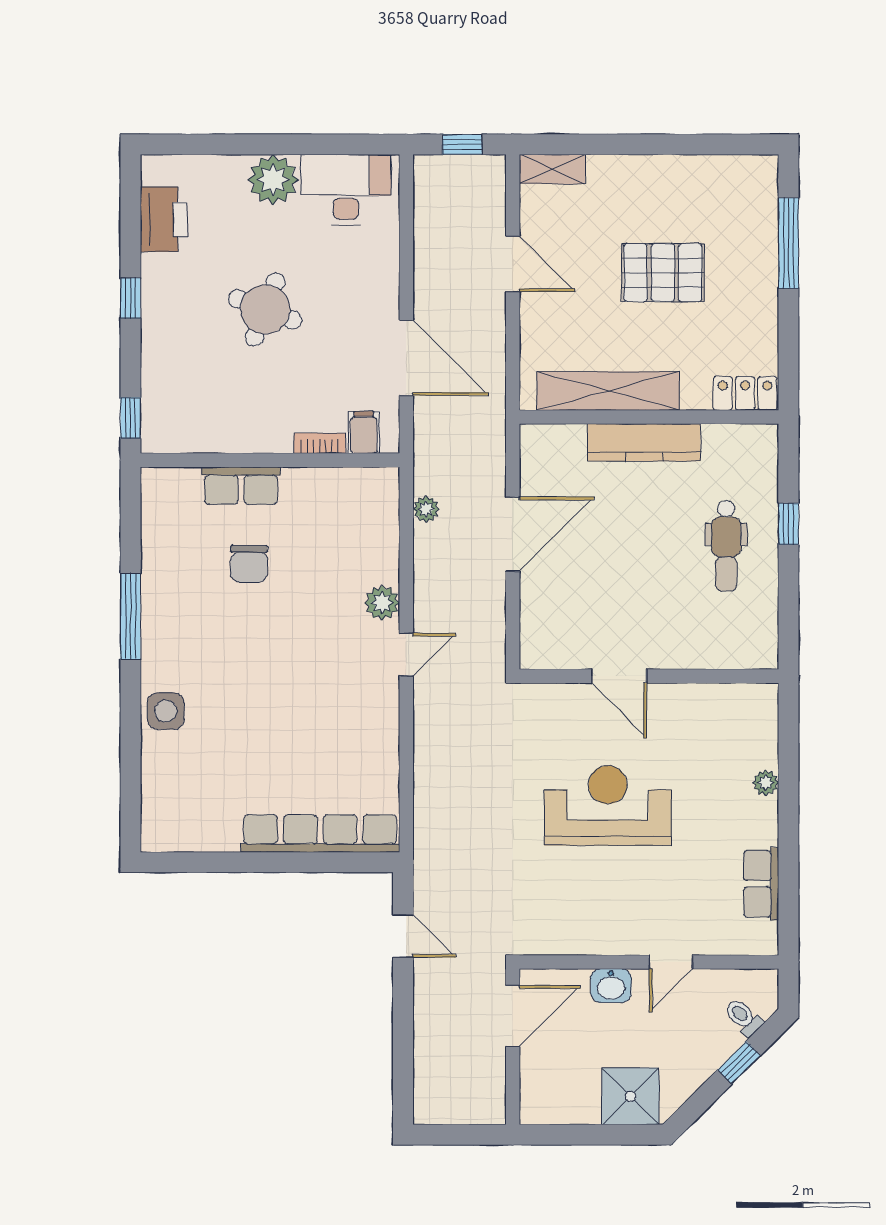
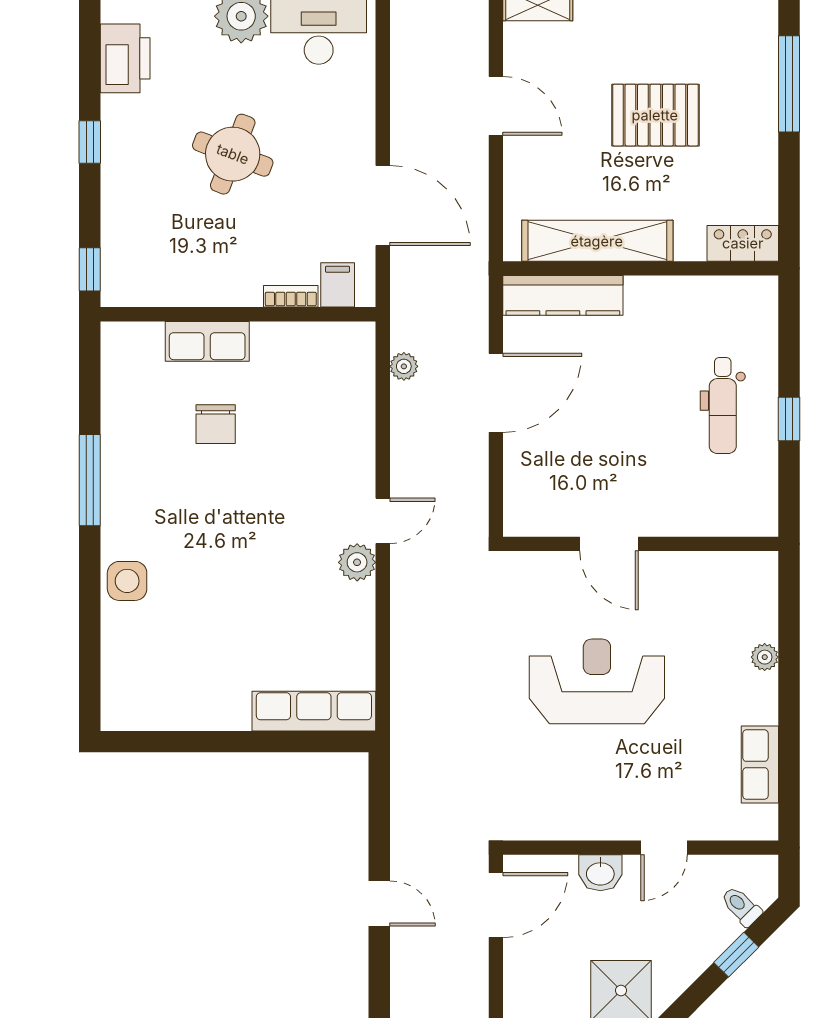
kitchen counter: (644, 442) -> (563, 295), moved
window: (788, 524) -> (789, 419), moved
plant: (382, 603) -> (357, 562), moved
row of seats: (320, 833) -> (314, 711), width x0.73
door: (403, 936) -> (379, 903), moved

